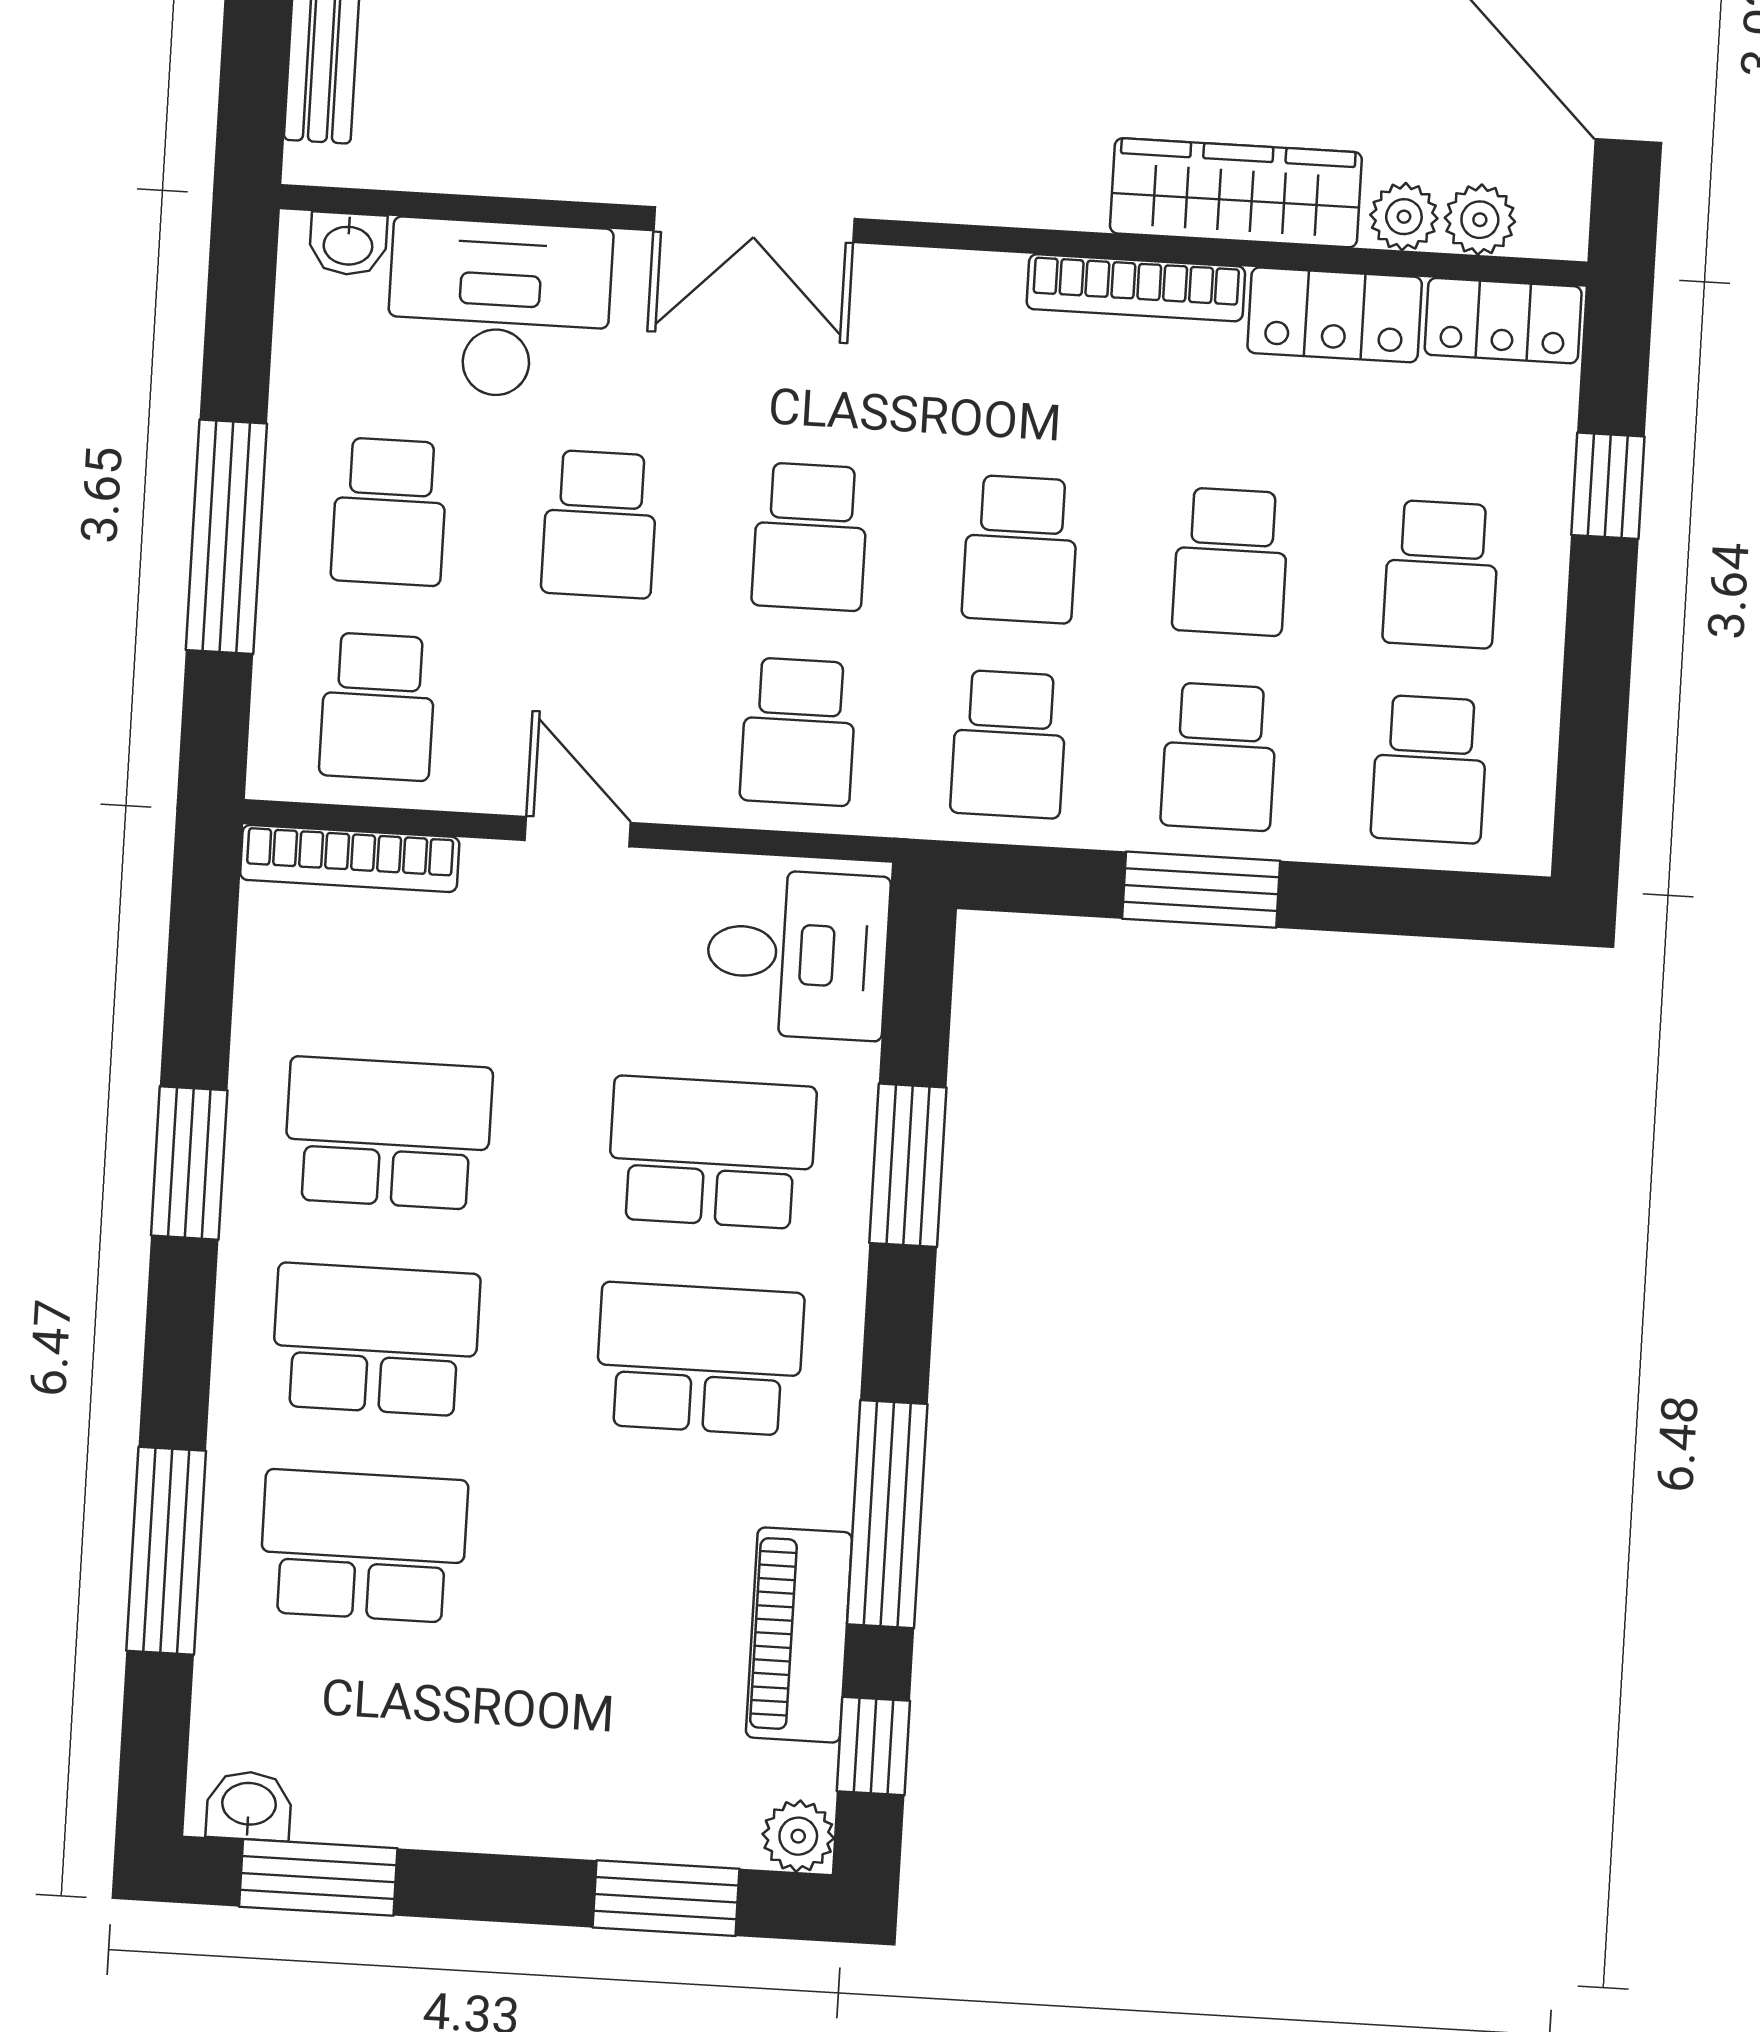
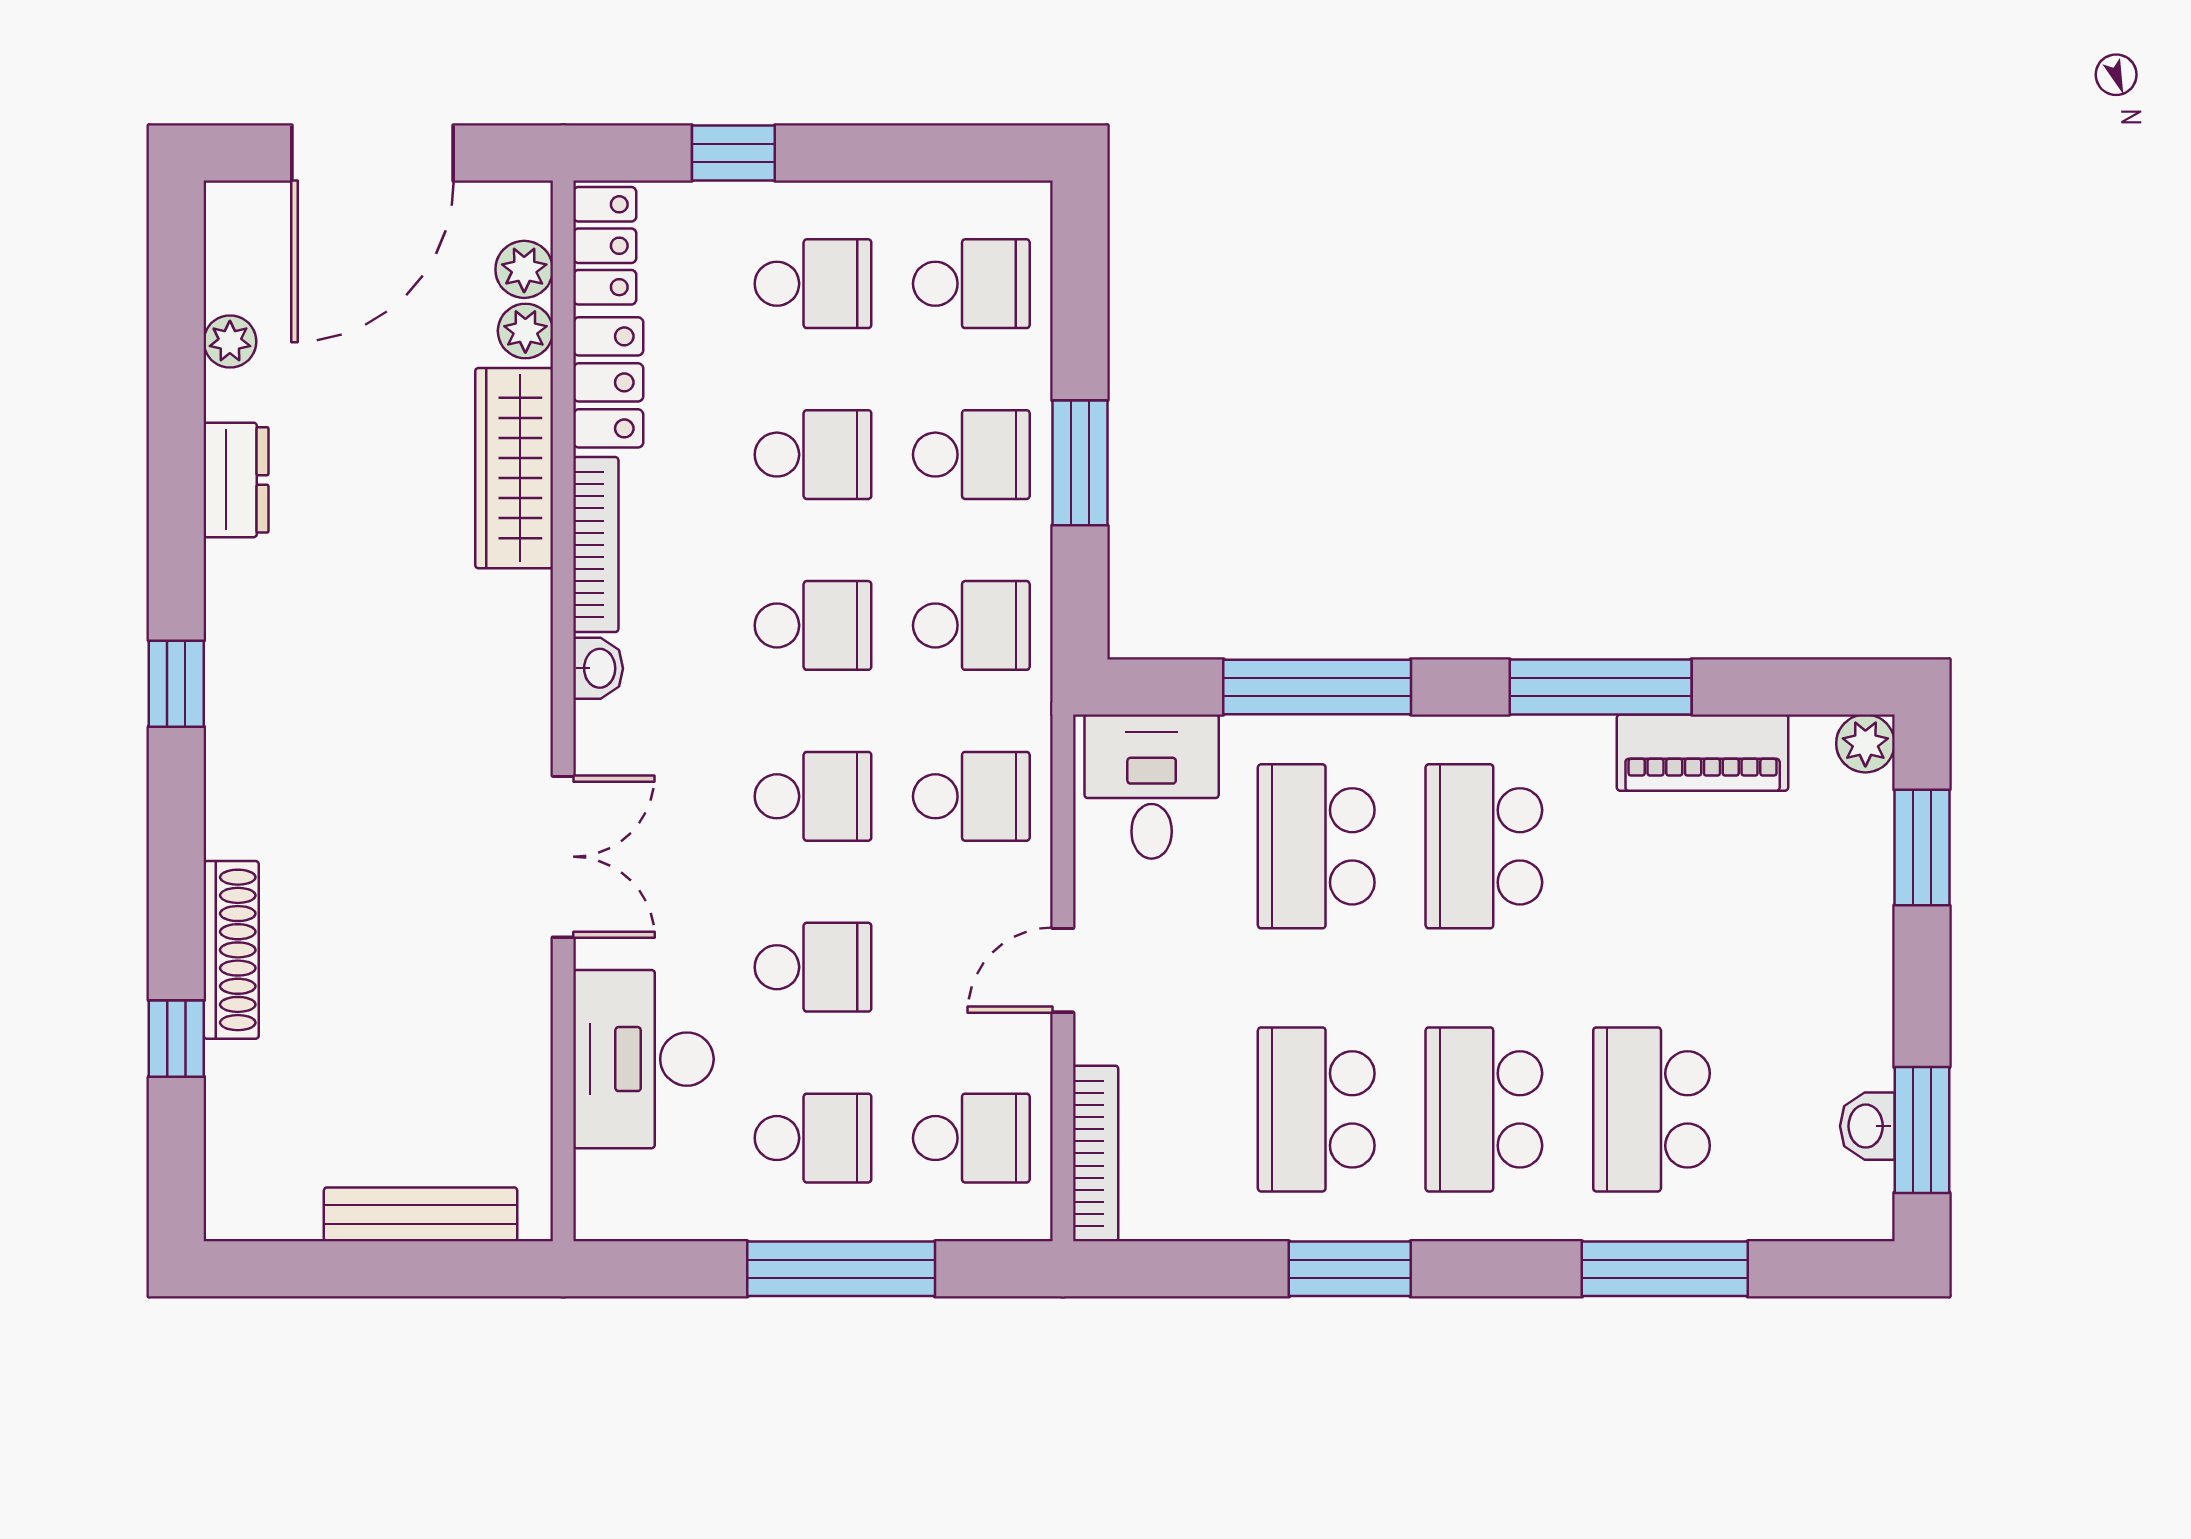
washbasin: (348, 244) -> (598, 668), moved
window: (908, 1165) -> (1317, 687), width x1.44
window: (873, 1746) -> (1789, 687), removed
washbasin: (249, 1806) -> (1867, 1126), moved

